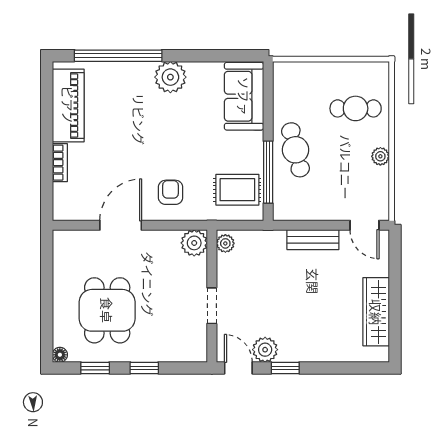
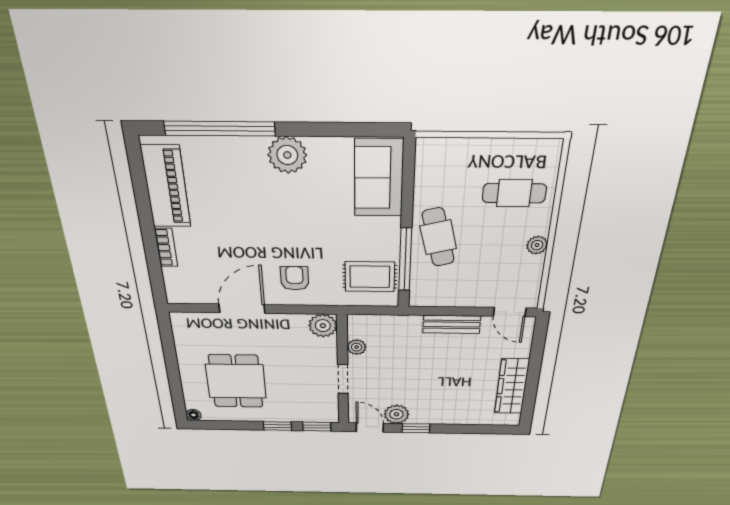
plant: (225, 243) -> (357, 347), moved
window: (95, 368) -> (317, 427), moved

